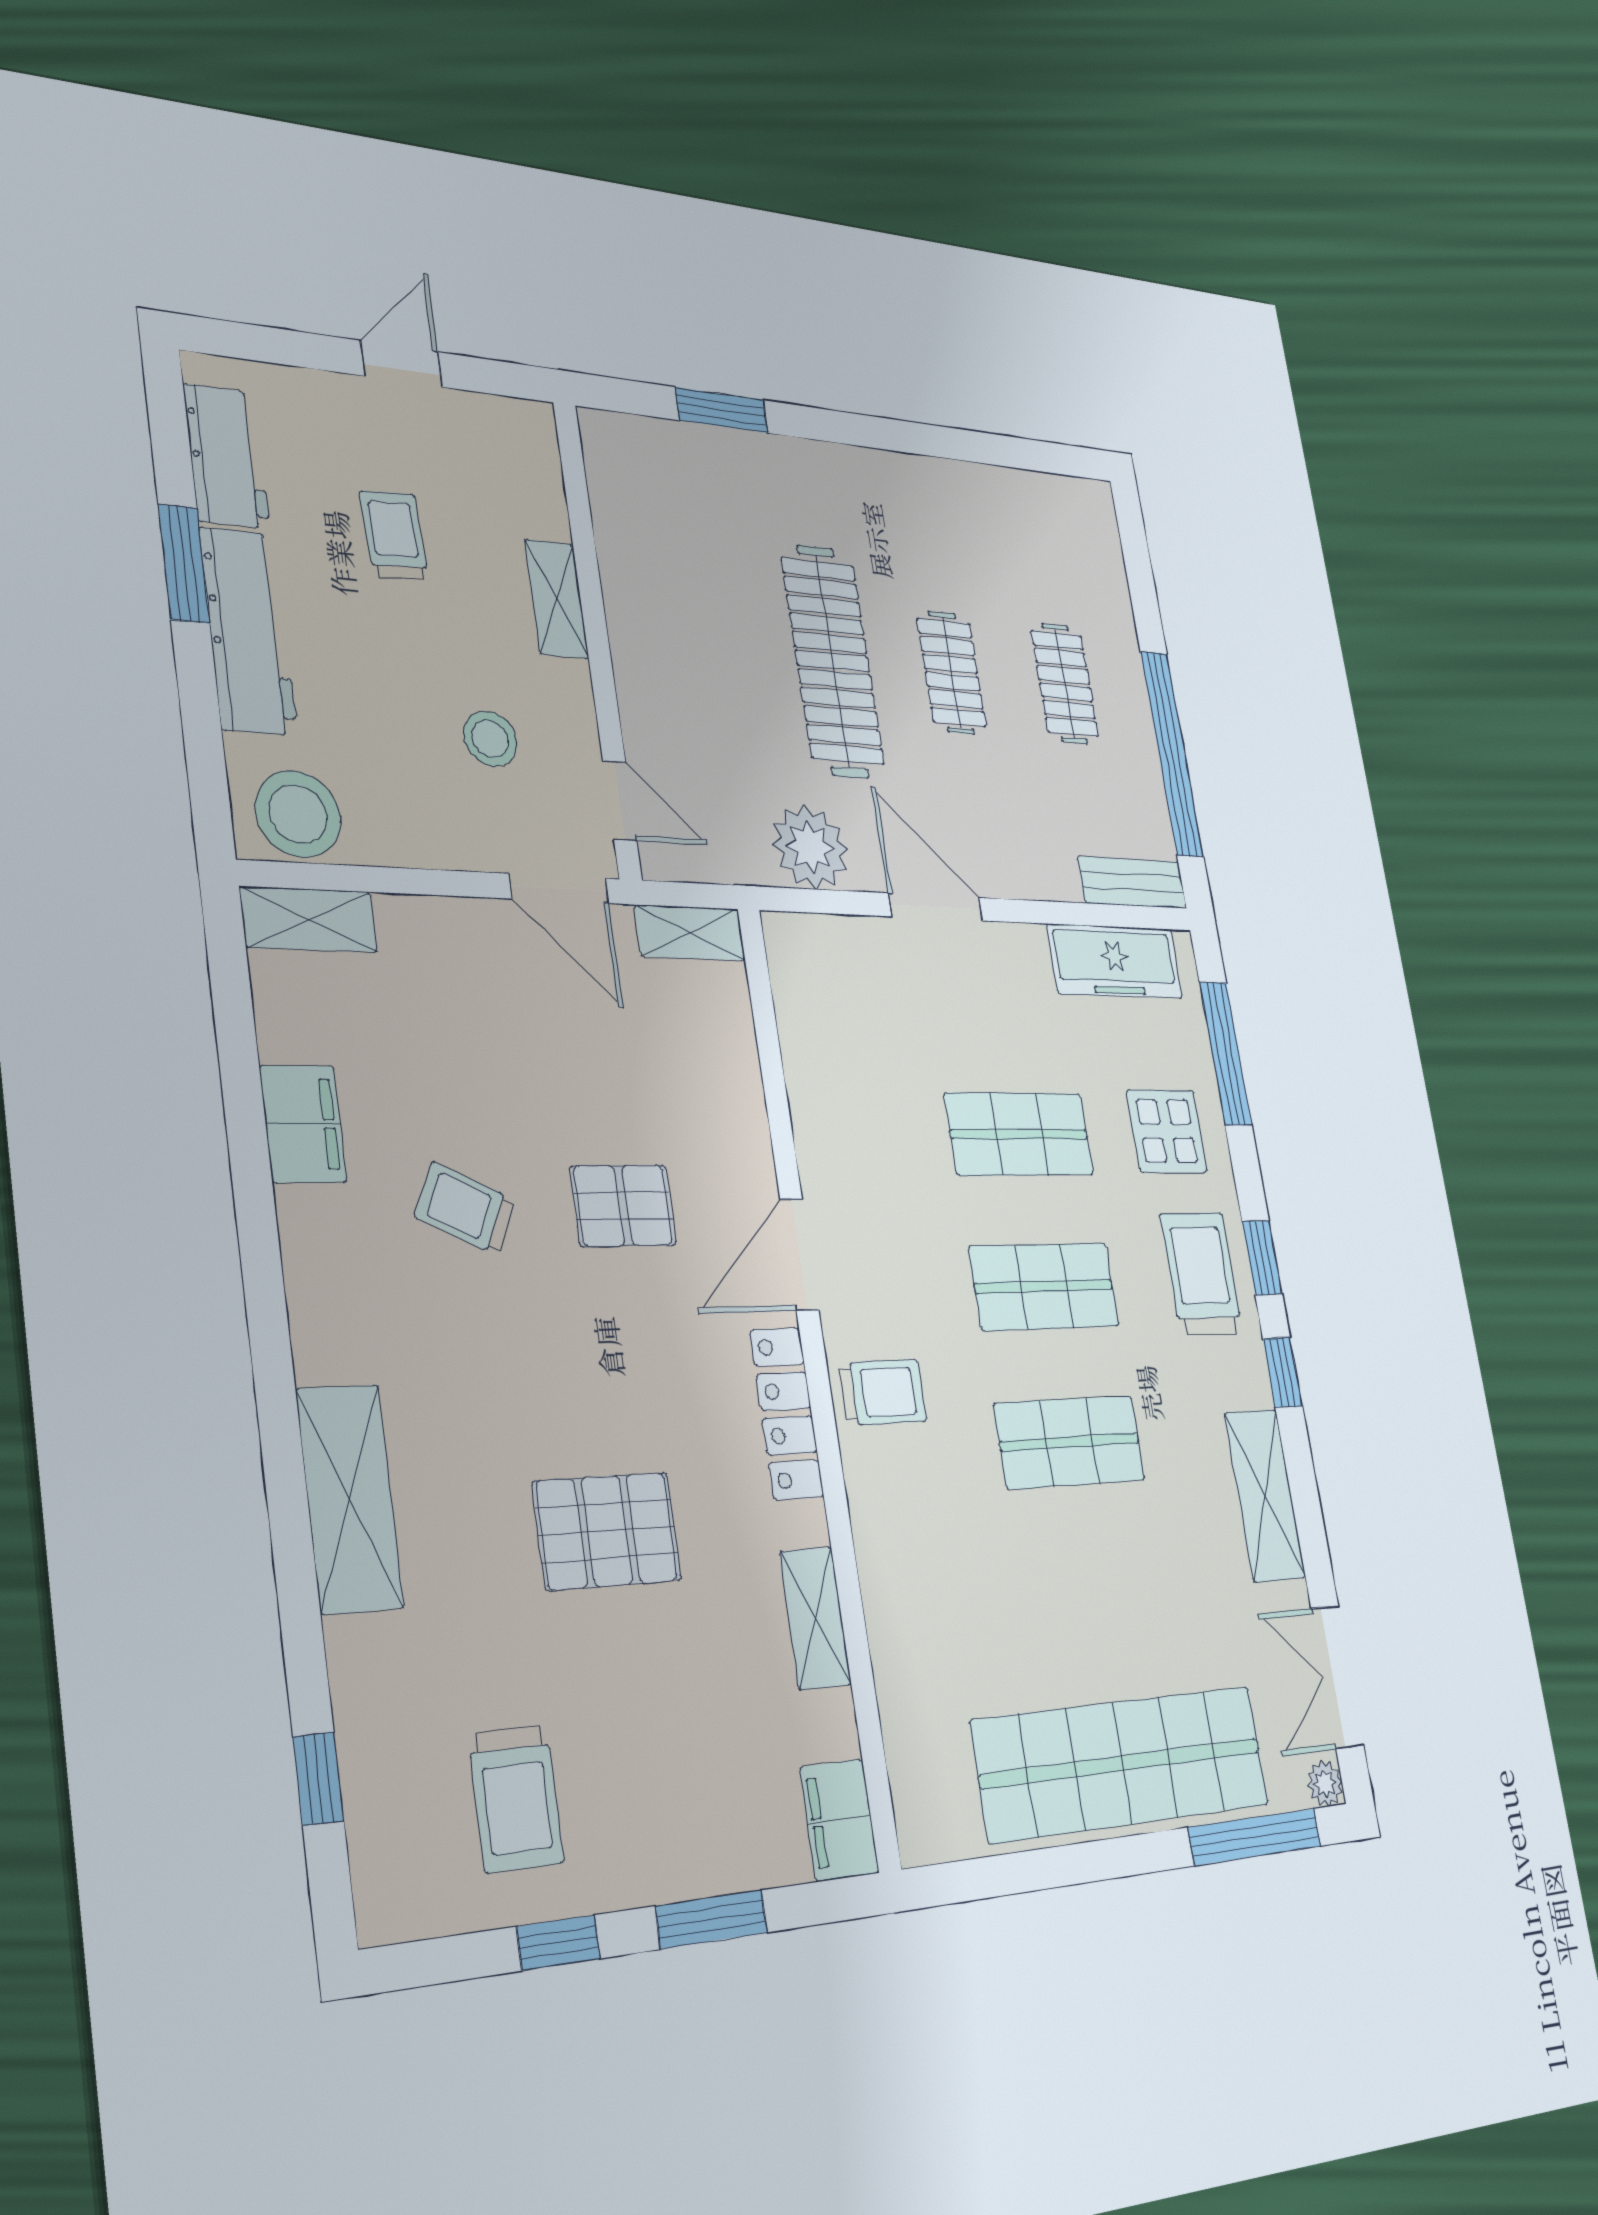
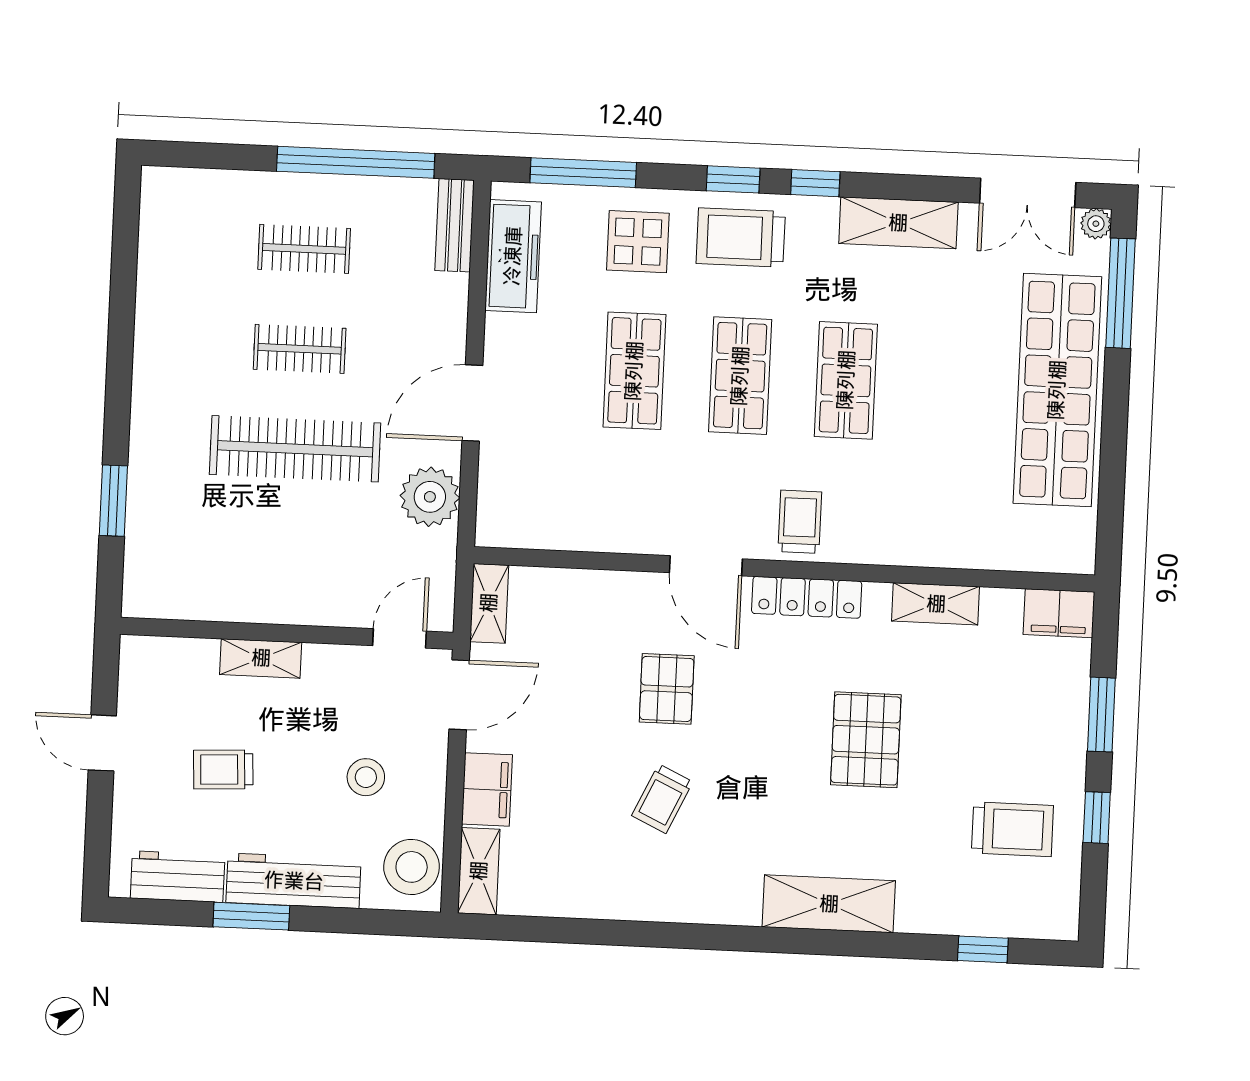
stool: (490, 739) -> (366, 777), moved
filing cabinet: (303, 1124) -> (487, 789), moved, turned 90

